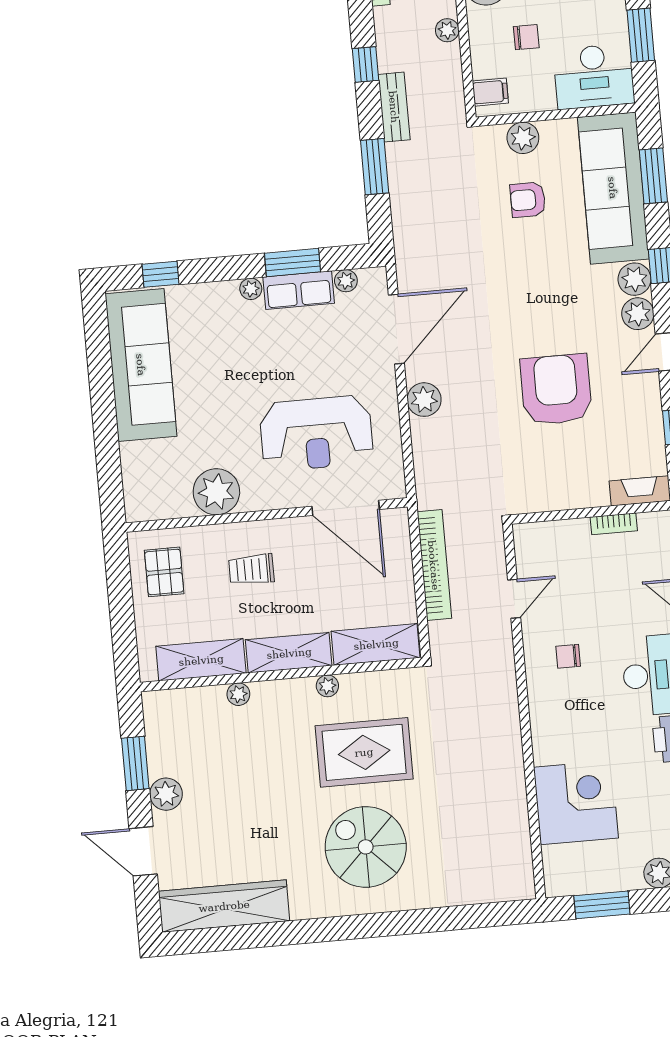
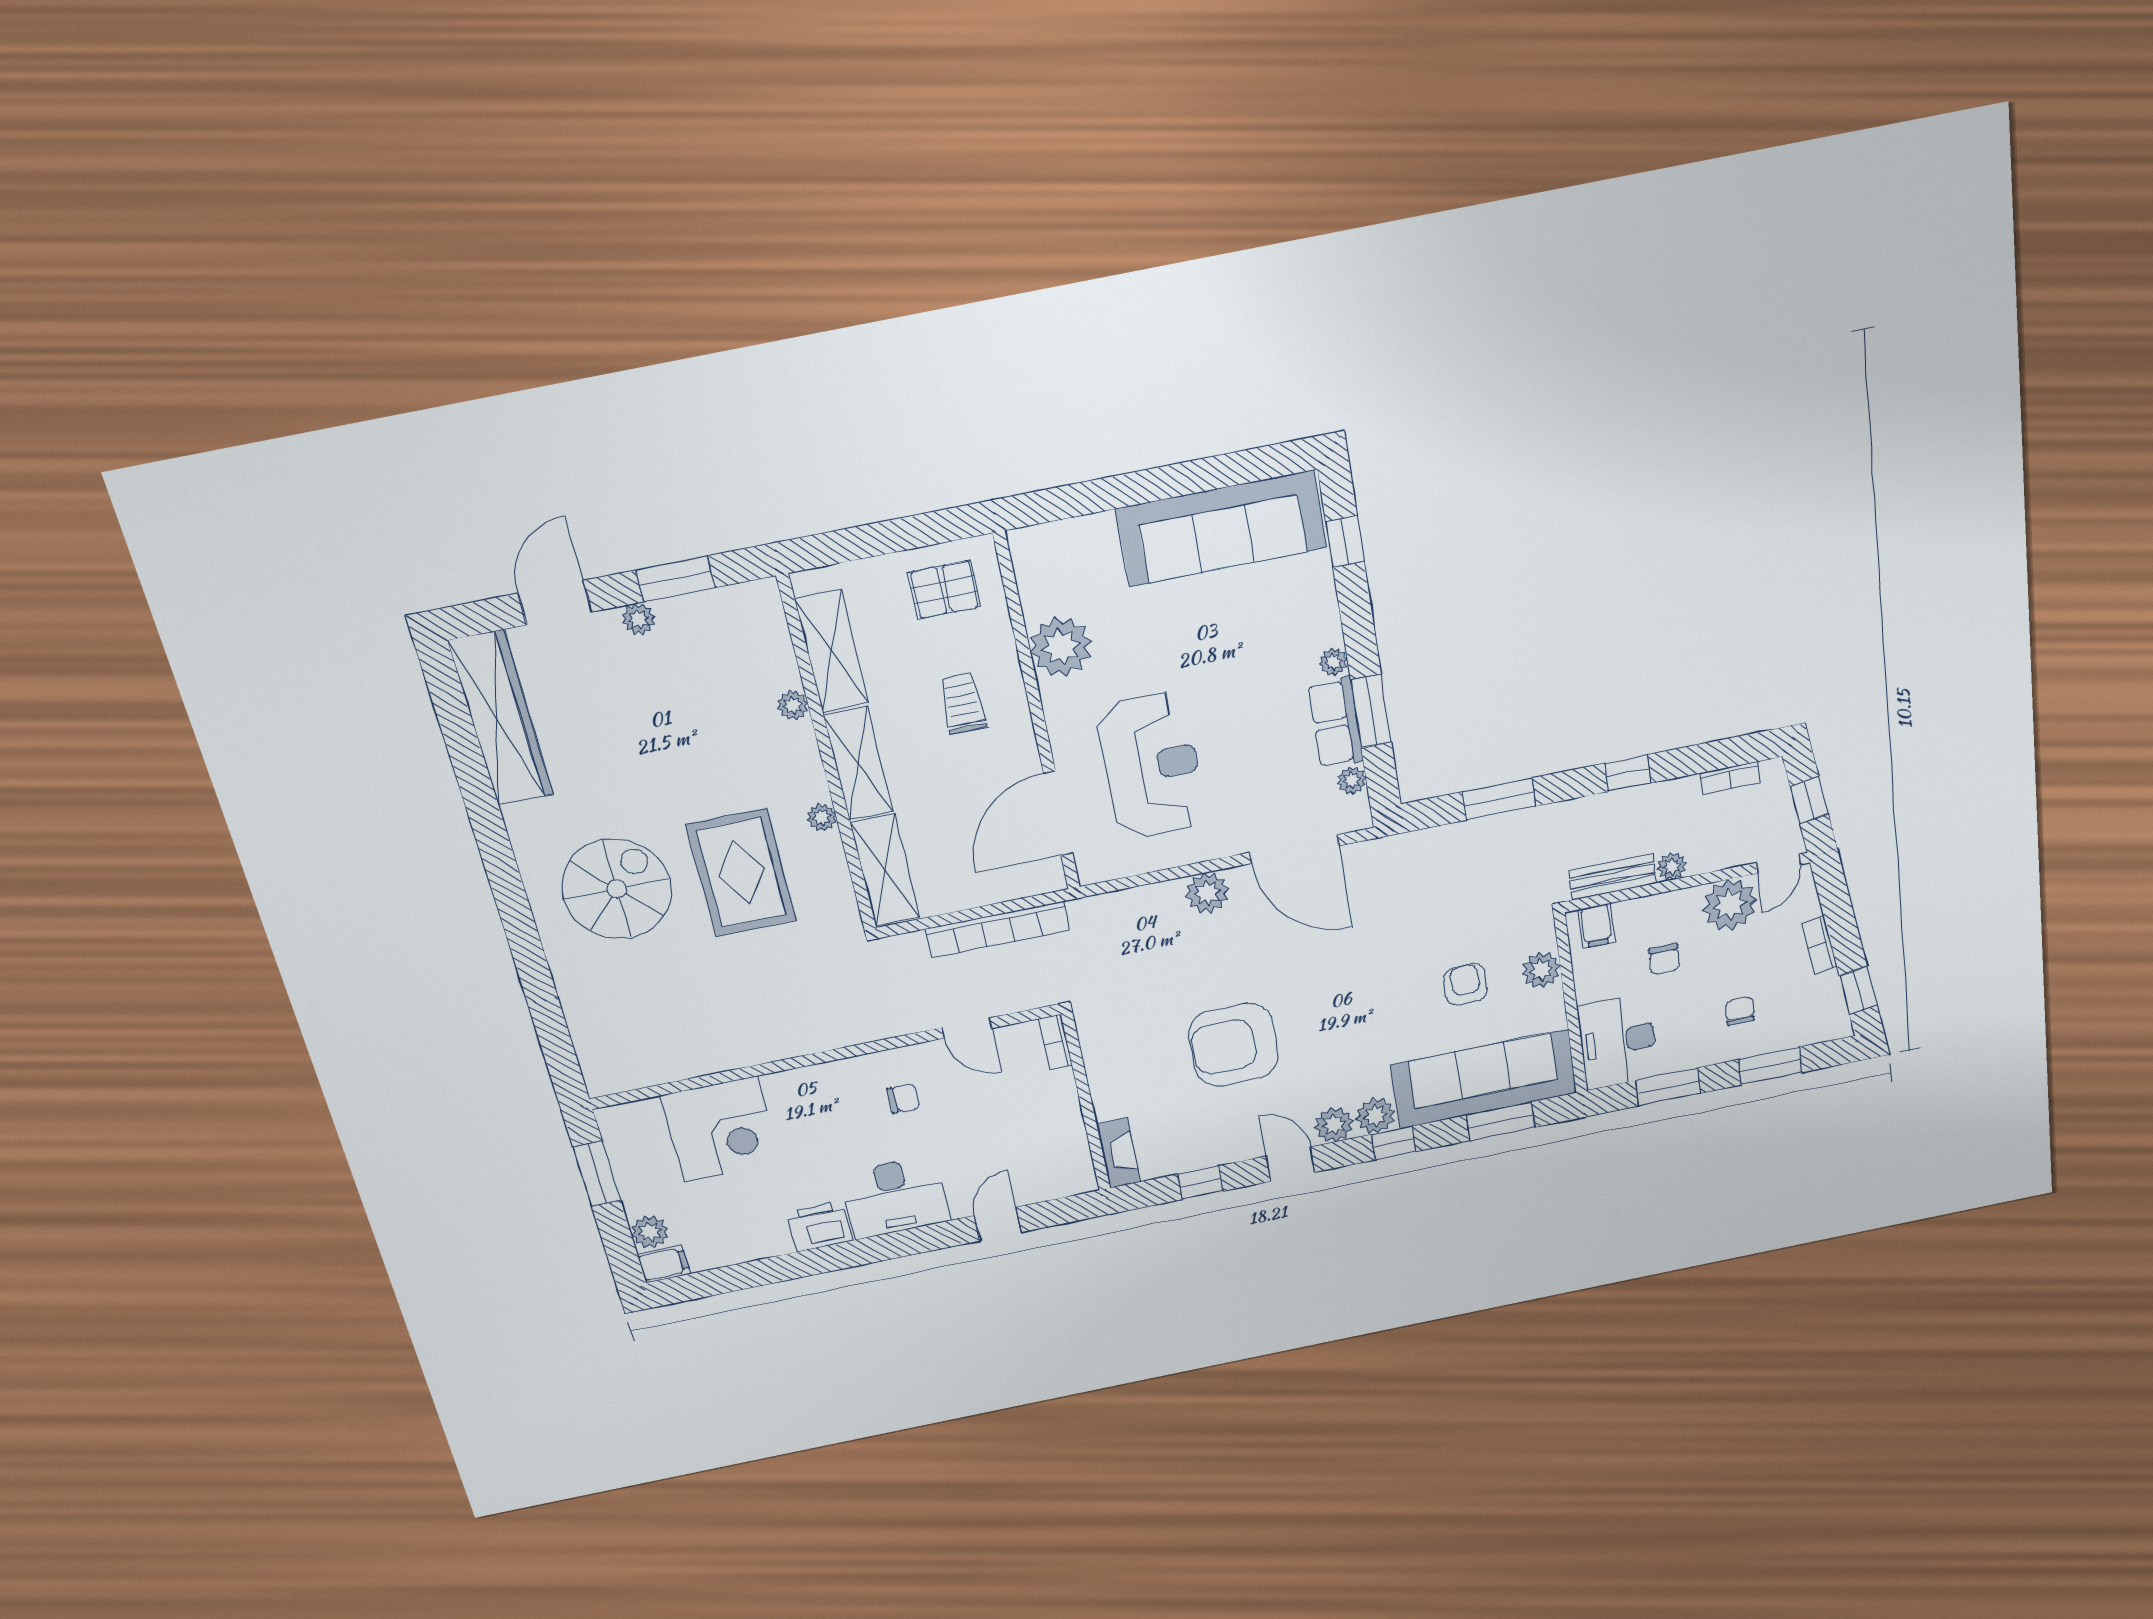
bench: (394, 107) -> (1612, 877), moved
armchair: (556, 390) -> (1234, 1045), turned 180
reception desk: (316, 433) -> (1151, 766), turned 180
bookcase: (614, 524) -> (1055, 1042), moved
chair: (568, 656) -> (903, 1098), turned 90
plant: (166, 794) -> (639, 619), width x0.73, depth x0.73

